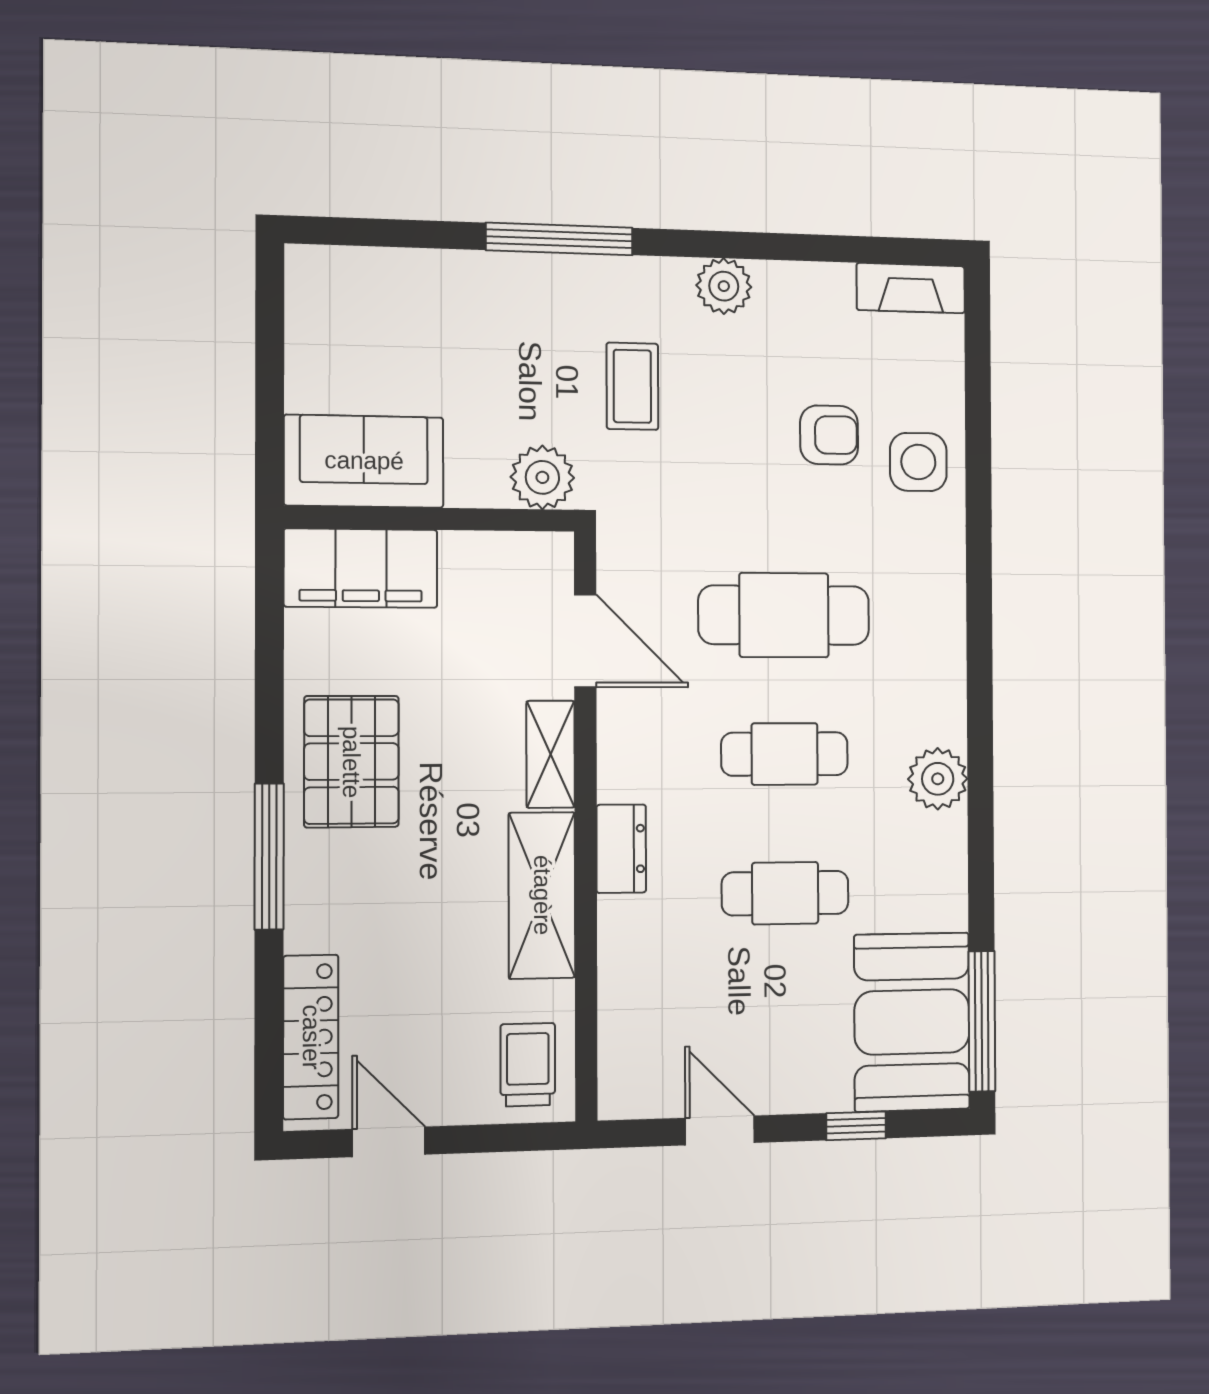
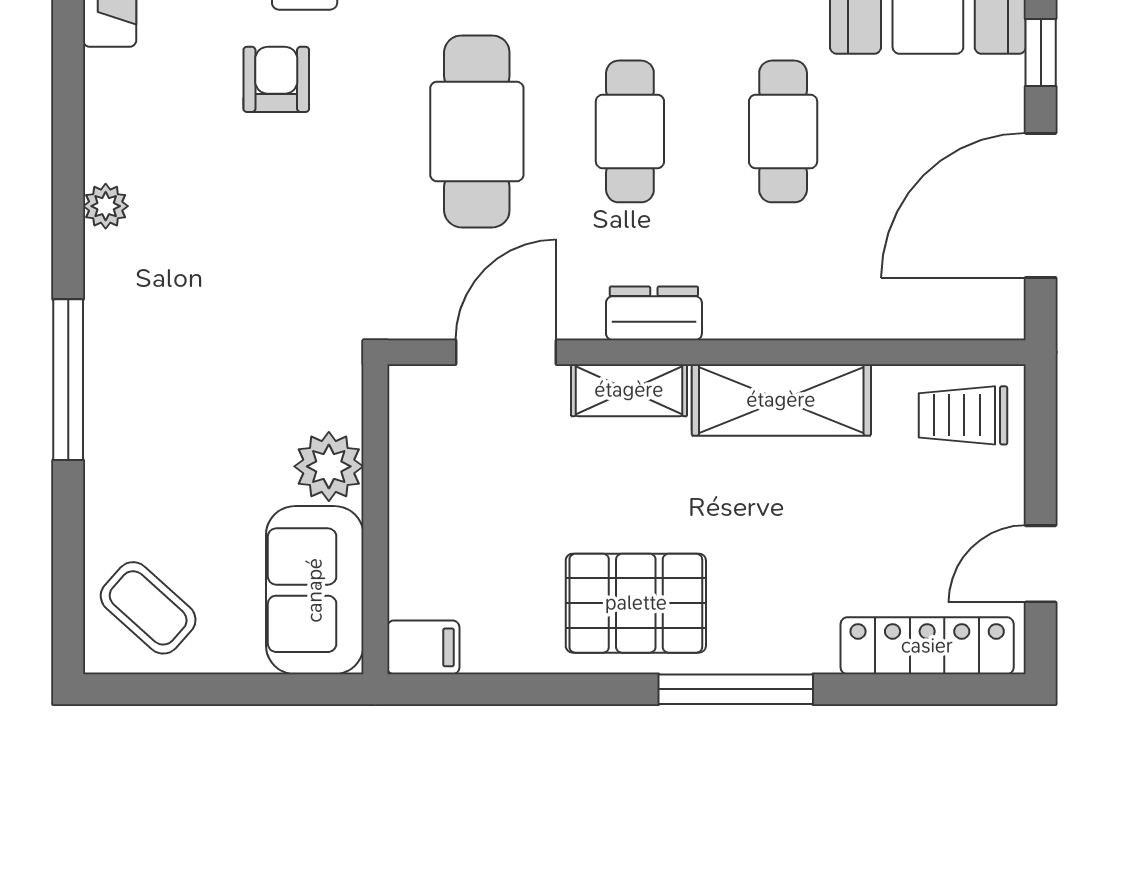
plant: (724, 286) -> (106, 206), width x0.73, depth x0.73
coffee table: (632, 386) -> (148, 608), moved, turned 42
plant: (542, 477) -> (329, 466), moved
filing cabinet: (361, 568) -> (423, 647), width x0.33, depth x0.86
dresser: (621, 849) -> (654, 313), moved
door: (720, 1130) -> (1041, 205), width x1.88

